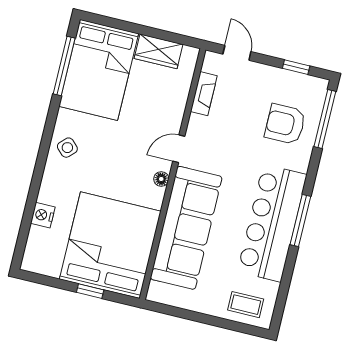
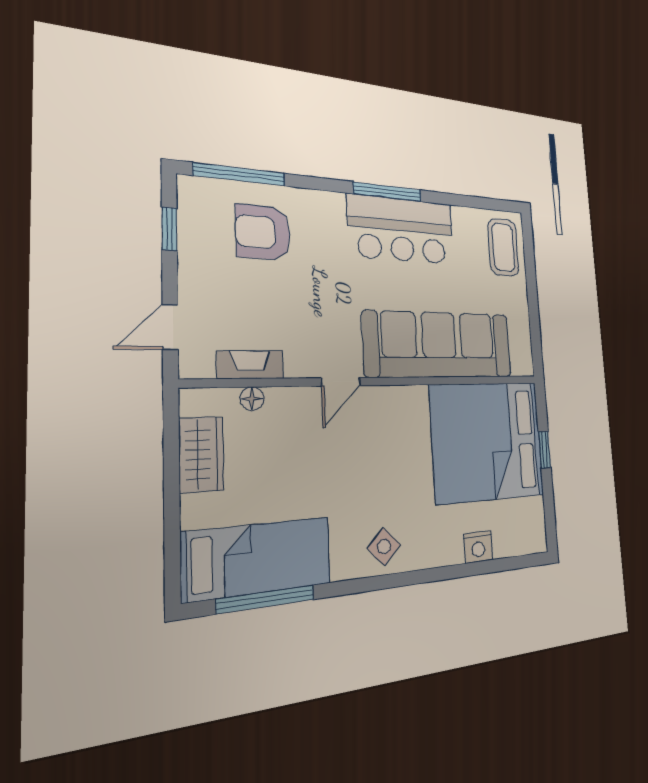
bed: (99, 70) -> (258, 558), width x0.67
armchair: (285, 124) -> (263, 232), turned 90
door: (179, 149) -> (341, 382), hinge flipped
floor lamp: (161, 179) -> (252, 399), moved
bar counter: (272, 223) -> (401, 230), width x0.73
coffee table: (246, 305) -> (503, 247), width x1.36, depth x1.30

